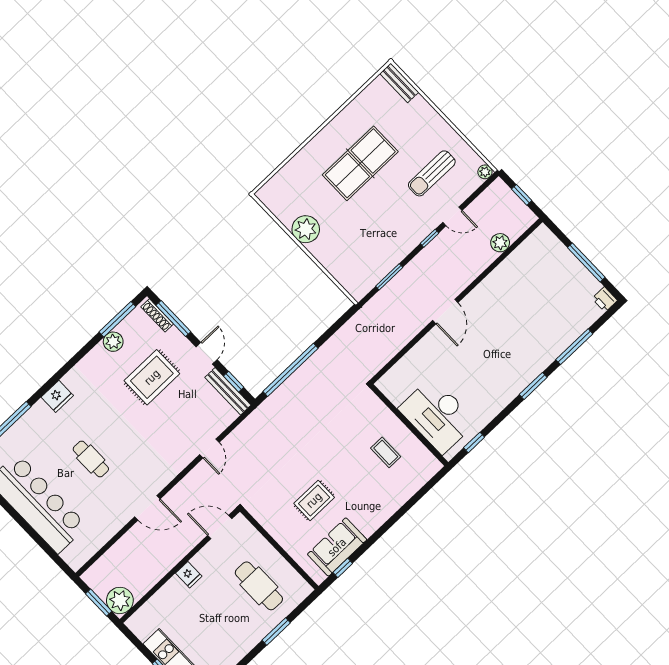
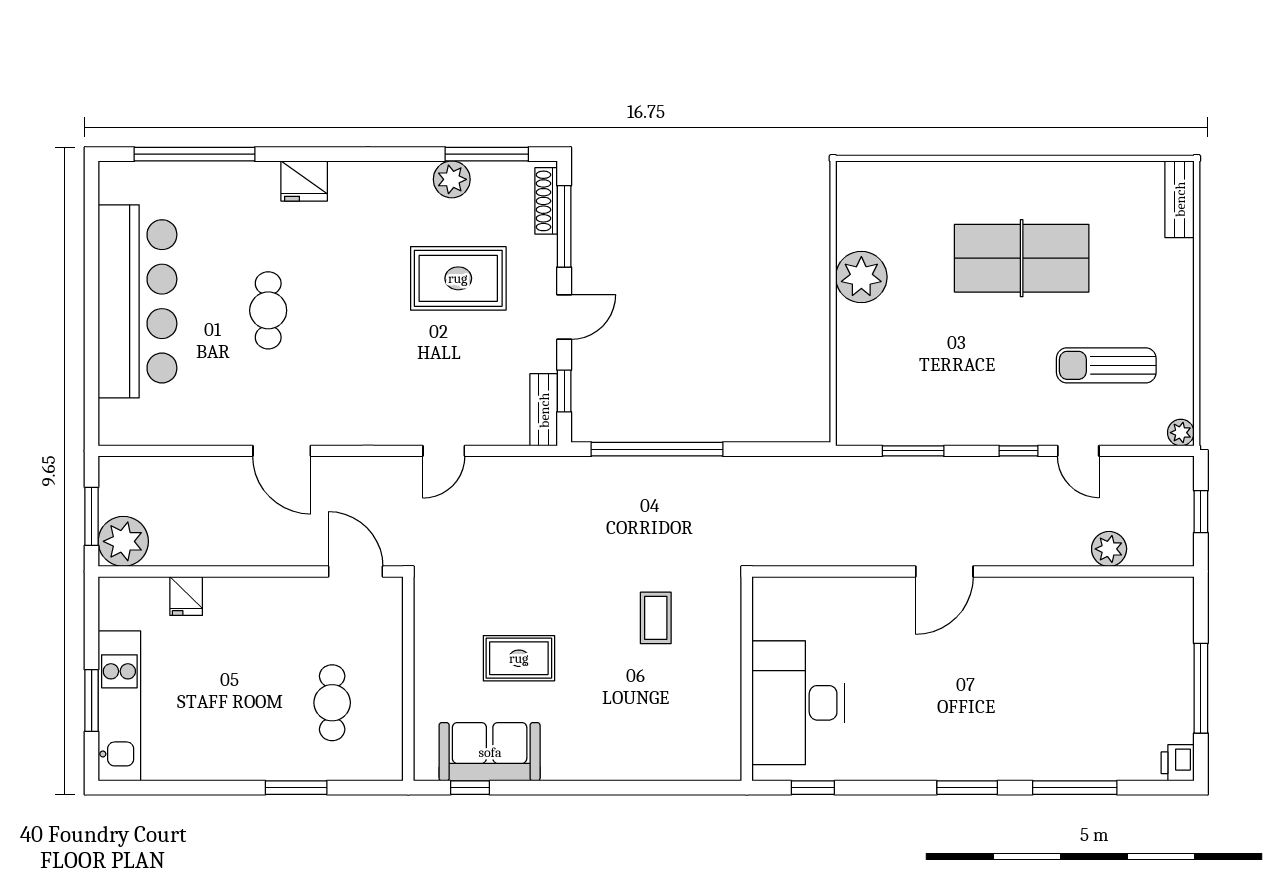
bench: (228, 391) -> (544, 410), width x0.73
coffee table: (386, 452) -> (656, 618), moved
fridge: (189, 575) -> (186, 596), moved
cafe table: (259, 586) -> (332, 703), width x0.73, depth x0.74

